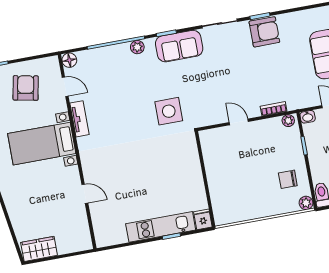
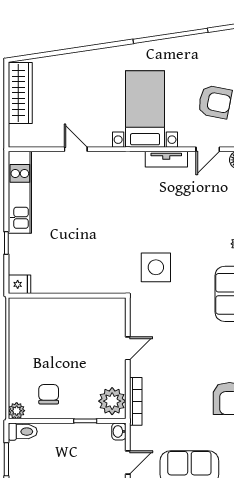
bookcase: (274, 109) -> (136, 401), width x1.56
plant: (288, 121) -> (112, 401), width x1.88, depth x1.88
door: (85, 194) -> (76, 149), swing flipped
kitchen unit: (161, 227) -> (20, 192), moved
wardrobe: (39, 249) -> (20, 93), width x1.50

